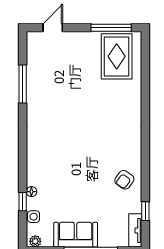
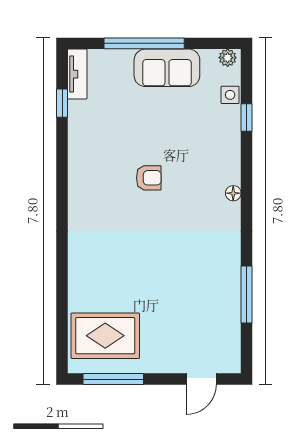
rug: (117, 56) -> (105, 336), turned 90
armchair: (124, 180) -> (149, 178), moved, turned 54
floor lamp: (31, 192) -> (233, 193), moved

